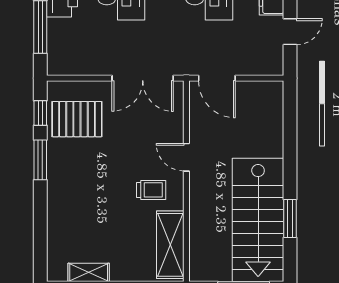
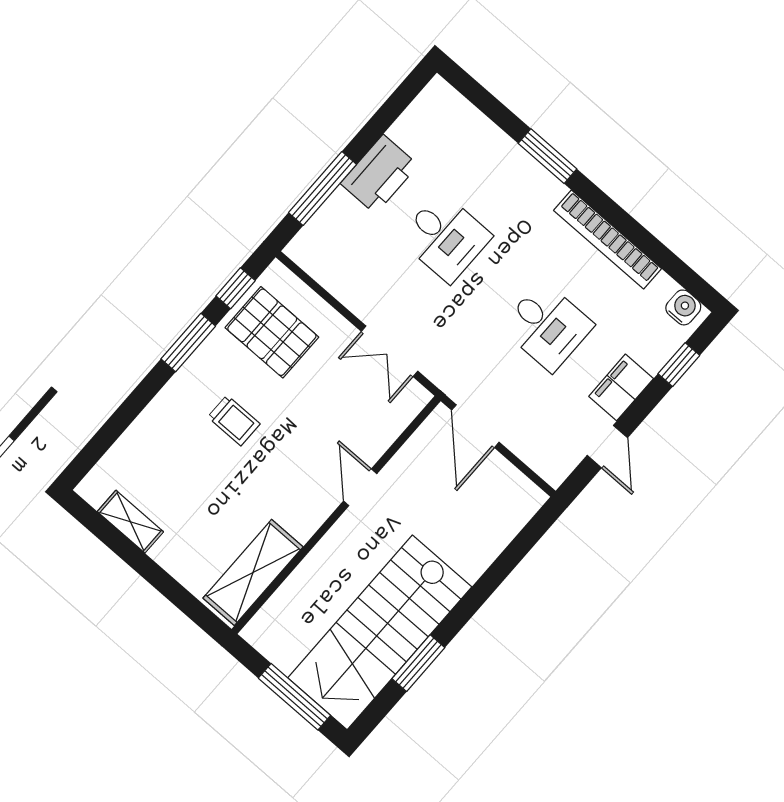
door: (290, 32) -> (607, 447), hinge flipped
double door: (143, 78) -> (390, 351), width x0.73
trolley: (151, 190) -> (234, 420), moved

